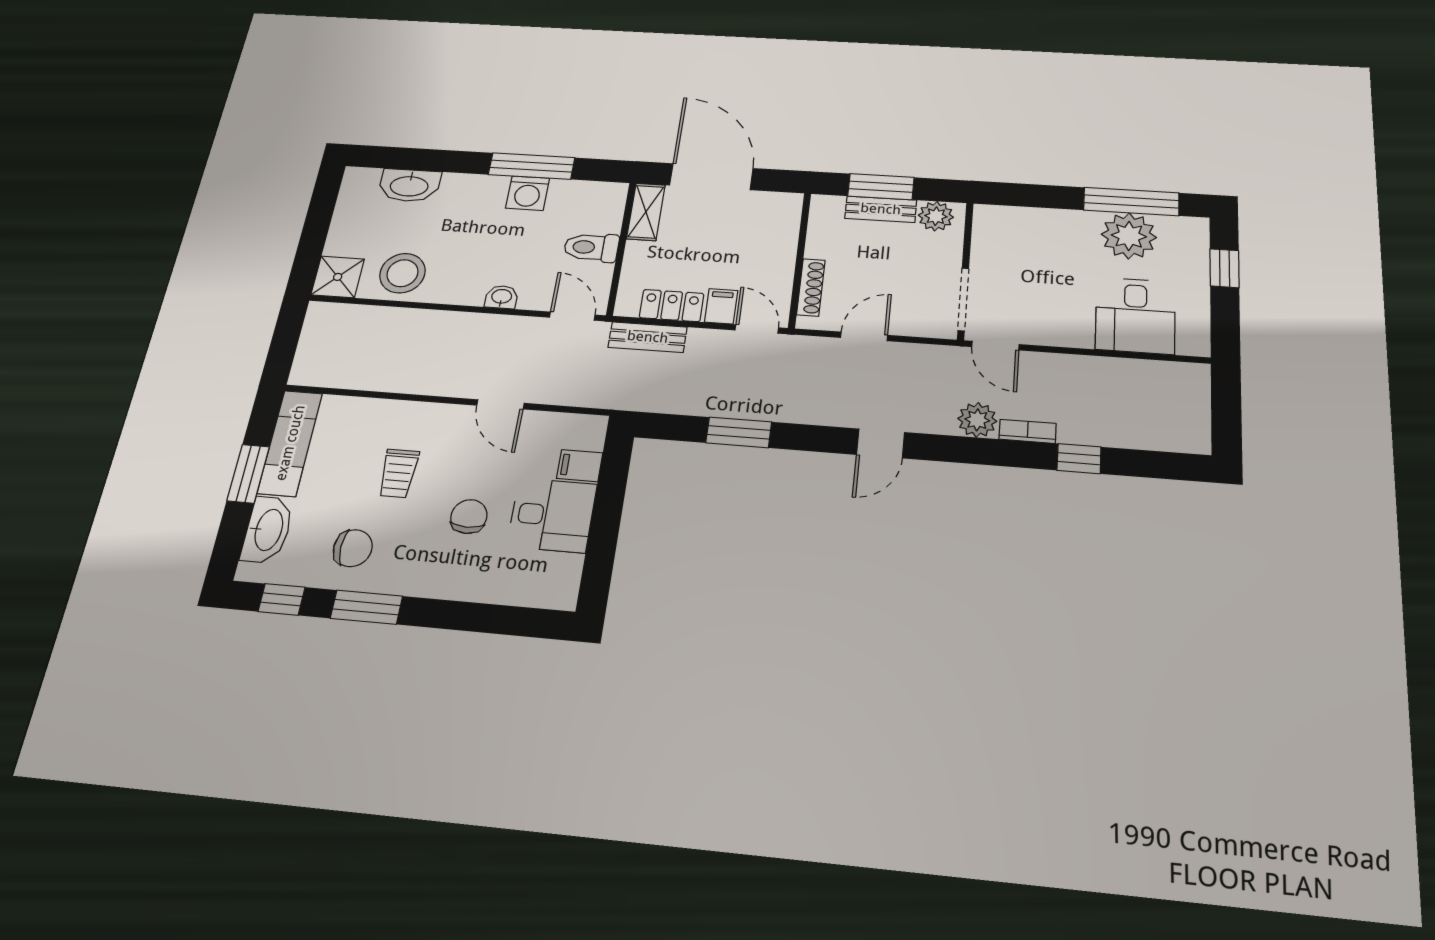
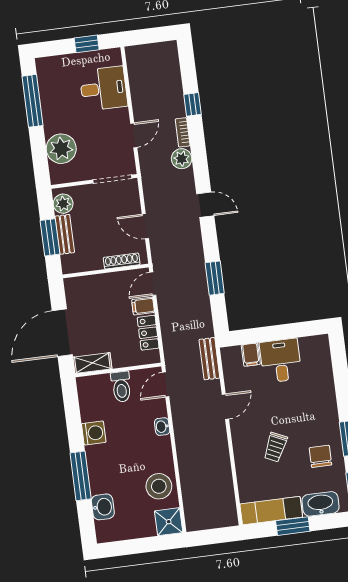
window: (531, 166) -> (81, 476), moved
washbasin: (409, 185) -> (103, 507), width x0.72
plant: (1129, 236) -> (61, 149), moved
window: (1225, 268) -> (87, 44), moved
bench: (648, 337) -> (209, 359), moved
door: (995, 346) -> (134, 135), moved
trolley: (398, 473) -> (275, 447), turned 115
chair: (469, 517) -> (291, 403), removed

